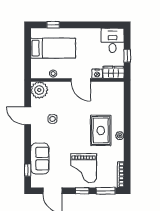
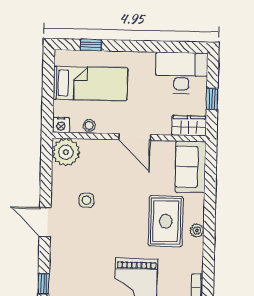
desk: (113, 40) -> (182, 73), width x1.37
nightstand: (97, 74) -> (61, 125), moved
door: (28, 116) -> (45, 222), moved
sofa: (40, 159) -> (190, 167), moved, turned 180

